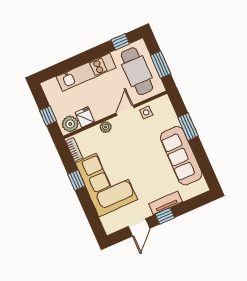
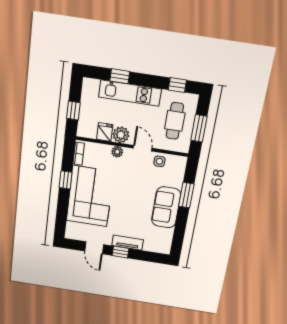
window: (69, 64) -> (120, 76), added
cafe table: (137, 71) -> (175, 121), width x0.73, depth x0.74
door: (125, 110) -> (143, 148), hinge flipped
plant: (70, 124) -> (121, 135), moved
sofa: (181, 156) -> (166, 207), width x0.73
door: (139, 227) -> (94, 248), hinge flipped

